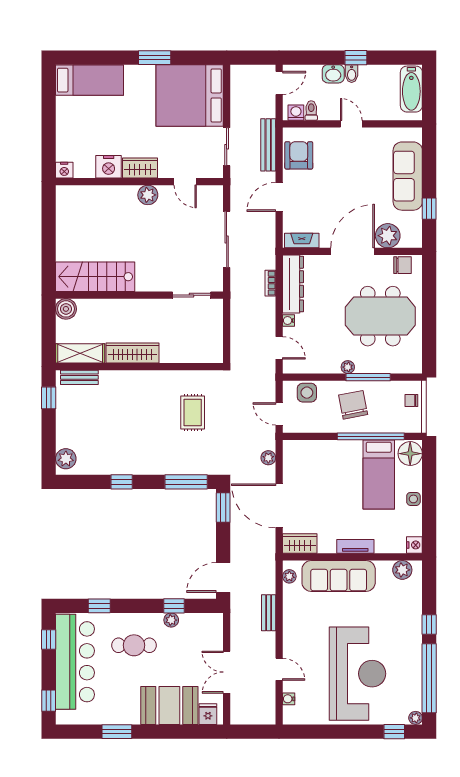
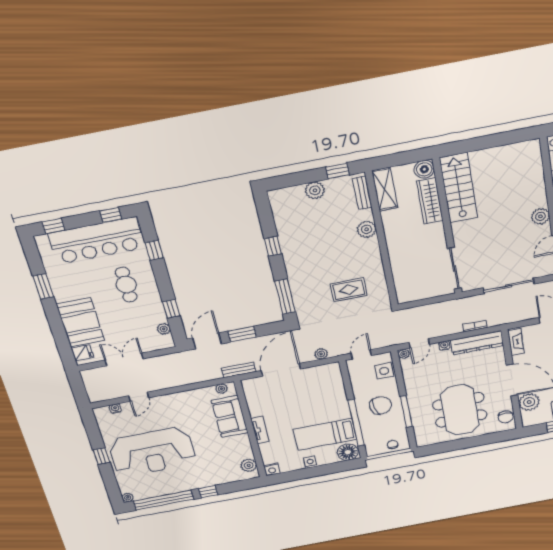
sliding door: (192, 295) -> (454, 268), width x1.37
wardrobe: (132, 353) -> (430, 201), moved, turned 180
plant: (348, 367) -> (404, 354), moved
plant: (123, 380) -> (367, 229), added
plant: (66, 459) -> (315, 190), moved
window: (223, 508) -> (242, 334), moved
wardrobe: (300, 544) -> (252, 391), removed
sofa: (339, 576) -> (230, 417), width x0.73
door: (223, 577) -> (207, 341), hinge flipped
bench: (269, 613) -> (239, 370), moved
plant: (171, 620) -> (164, 329), moved
window: (394, 732) -> (101, 456), moved

